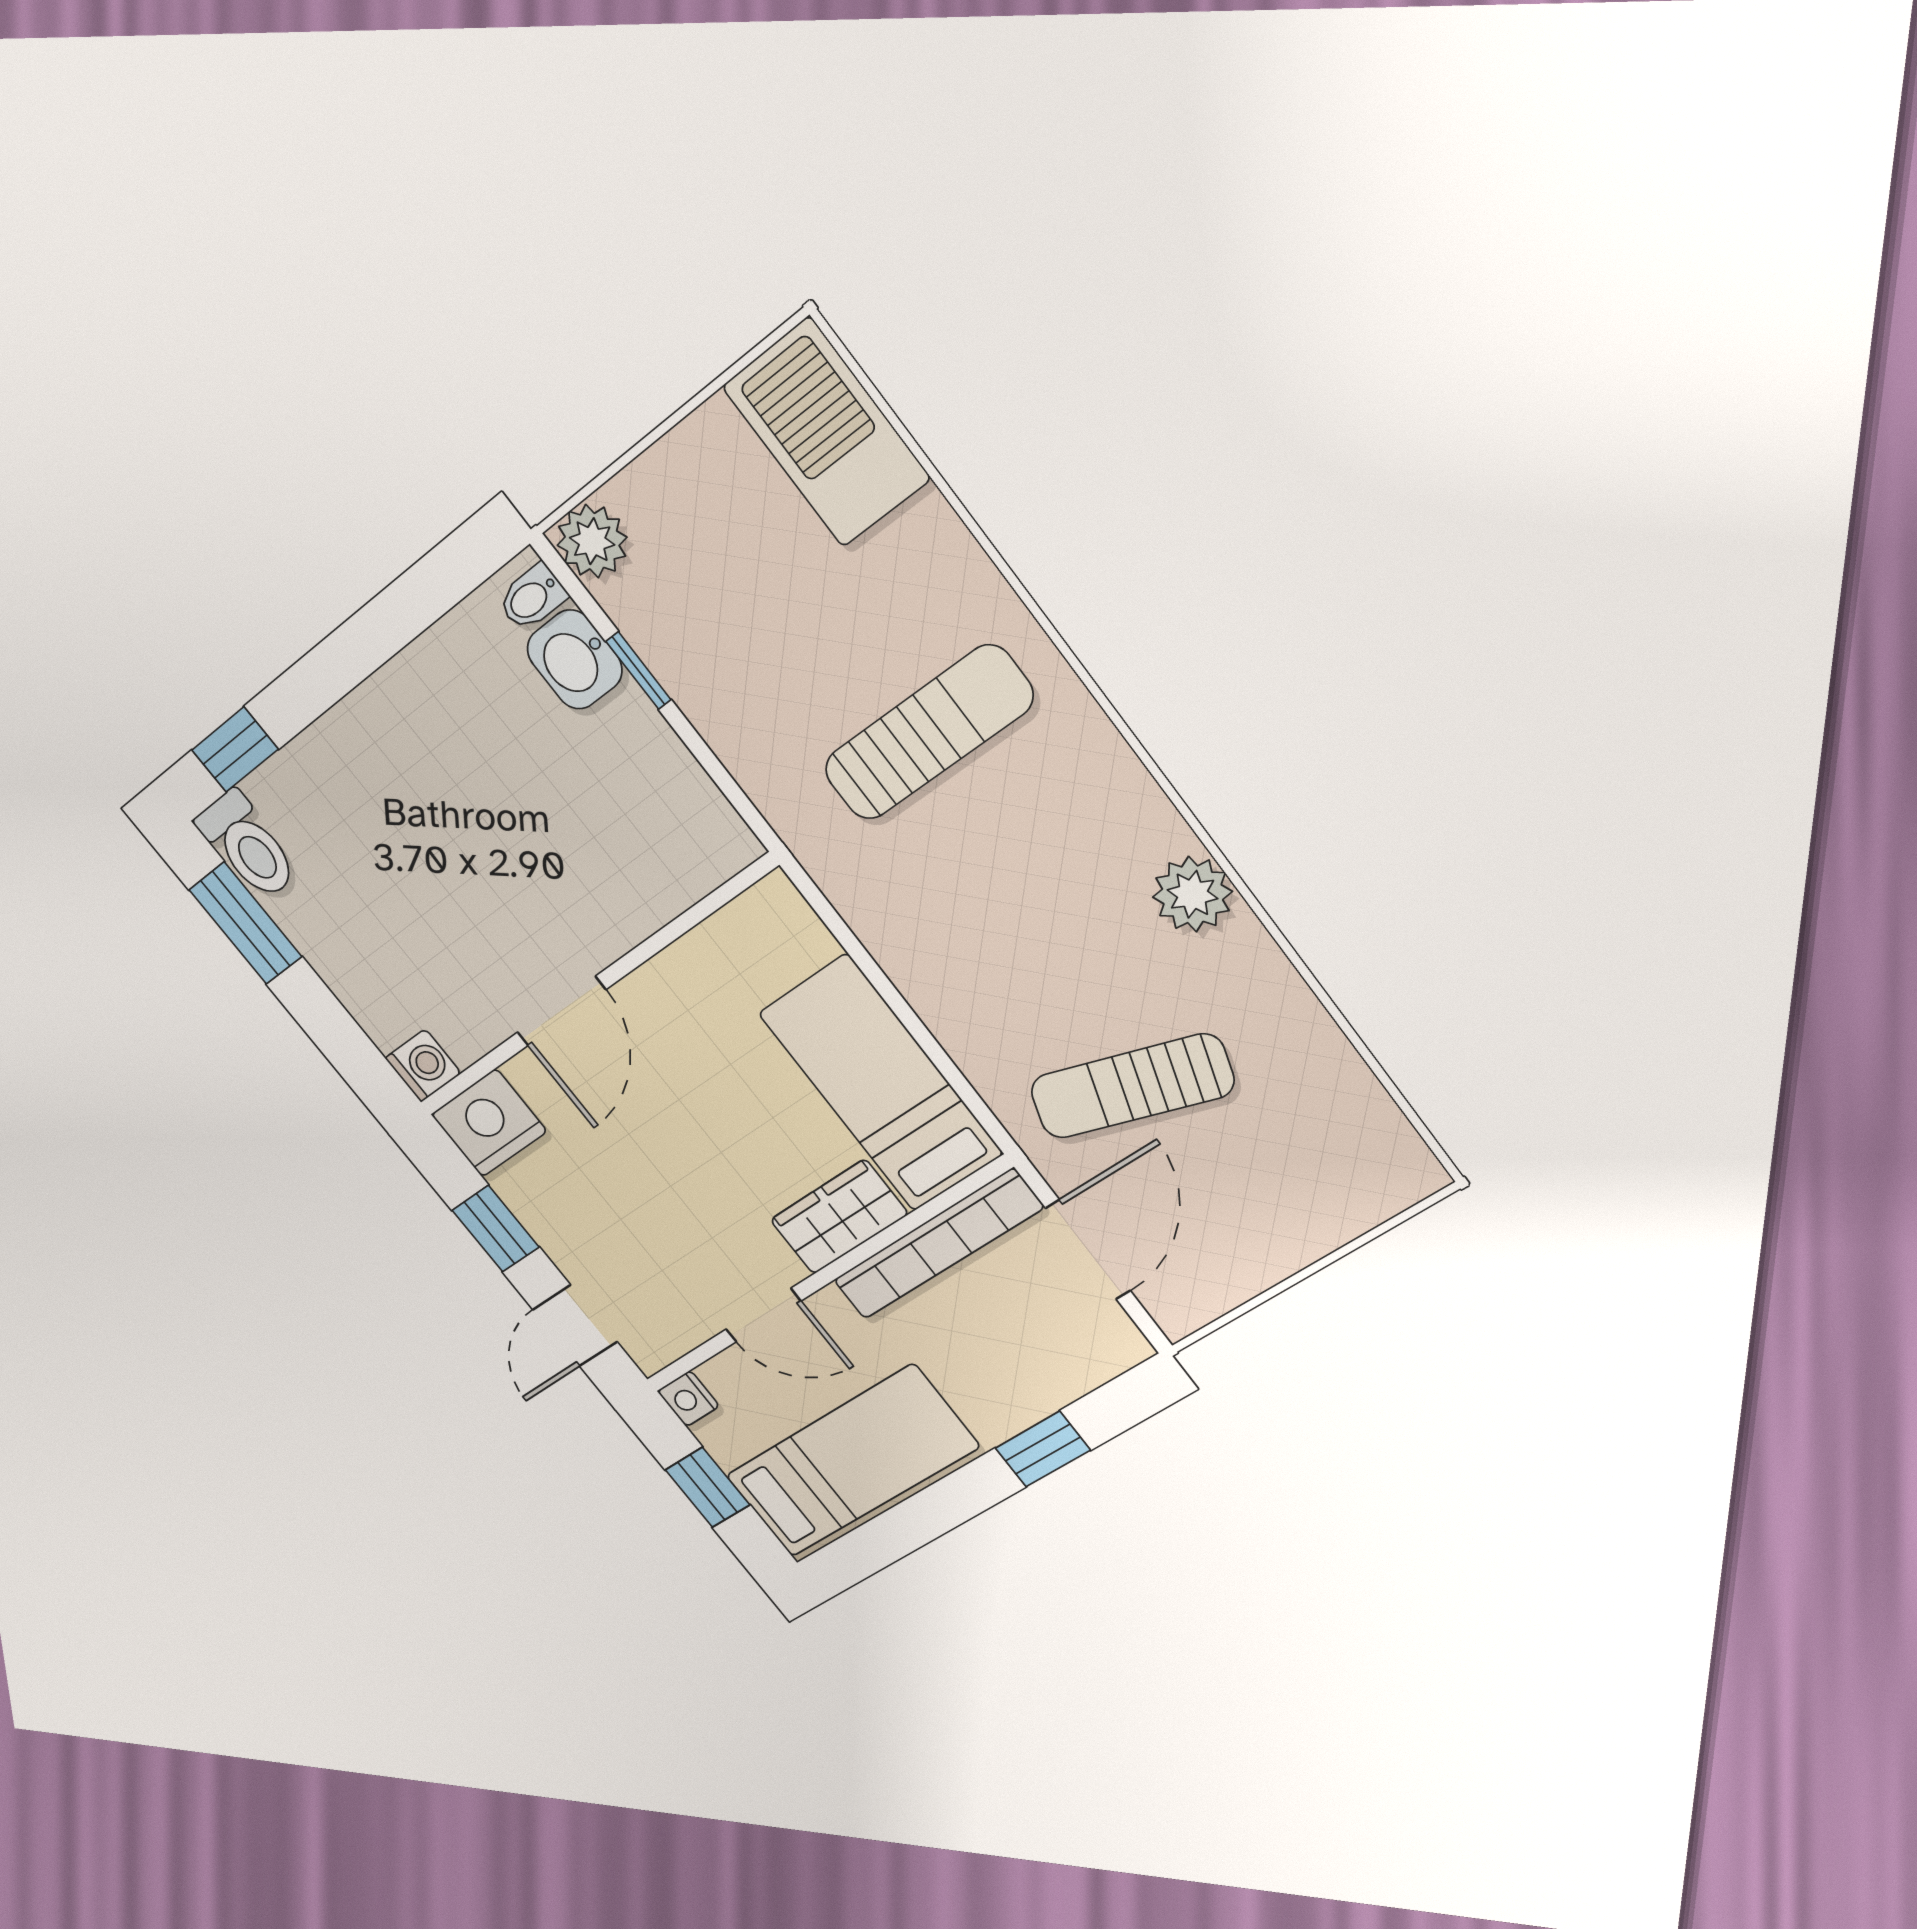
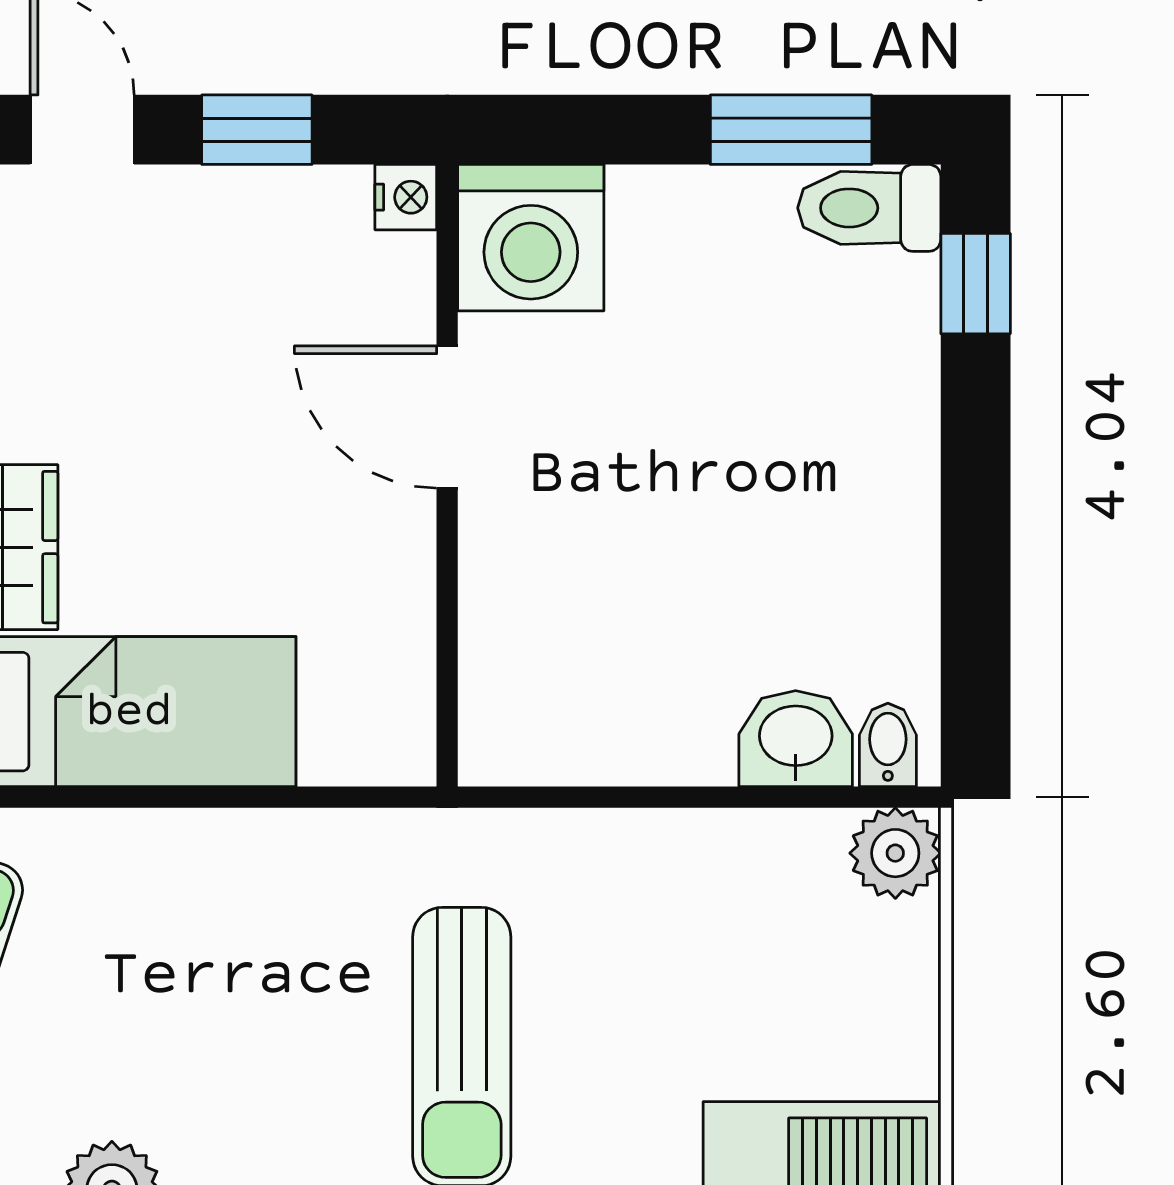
window: (638, 670) -> (737, 797), removed
washing machine: (423, 1066) -> (531, 238), width x1.89, depth x1.89
nightstand: (489, 1123) -> (406, 197), width x0.53, depth x0.56

